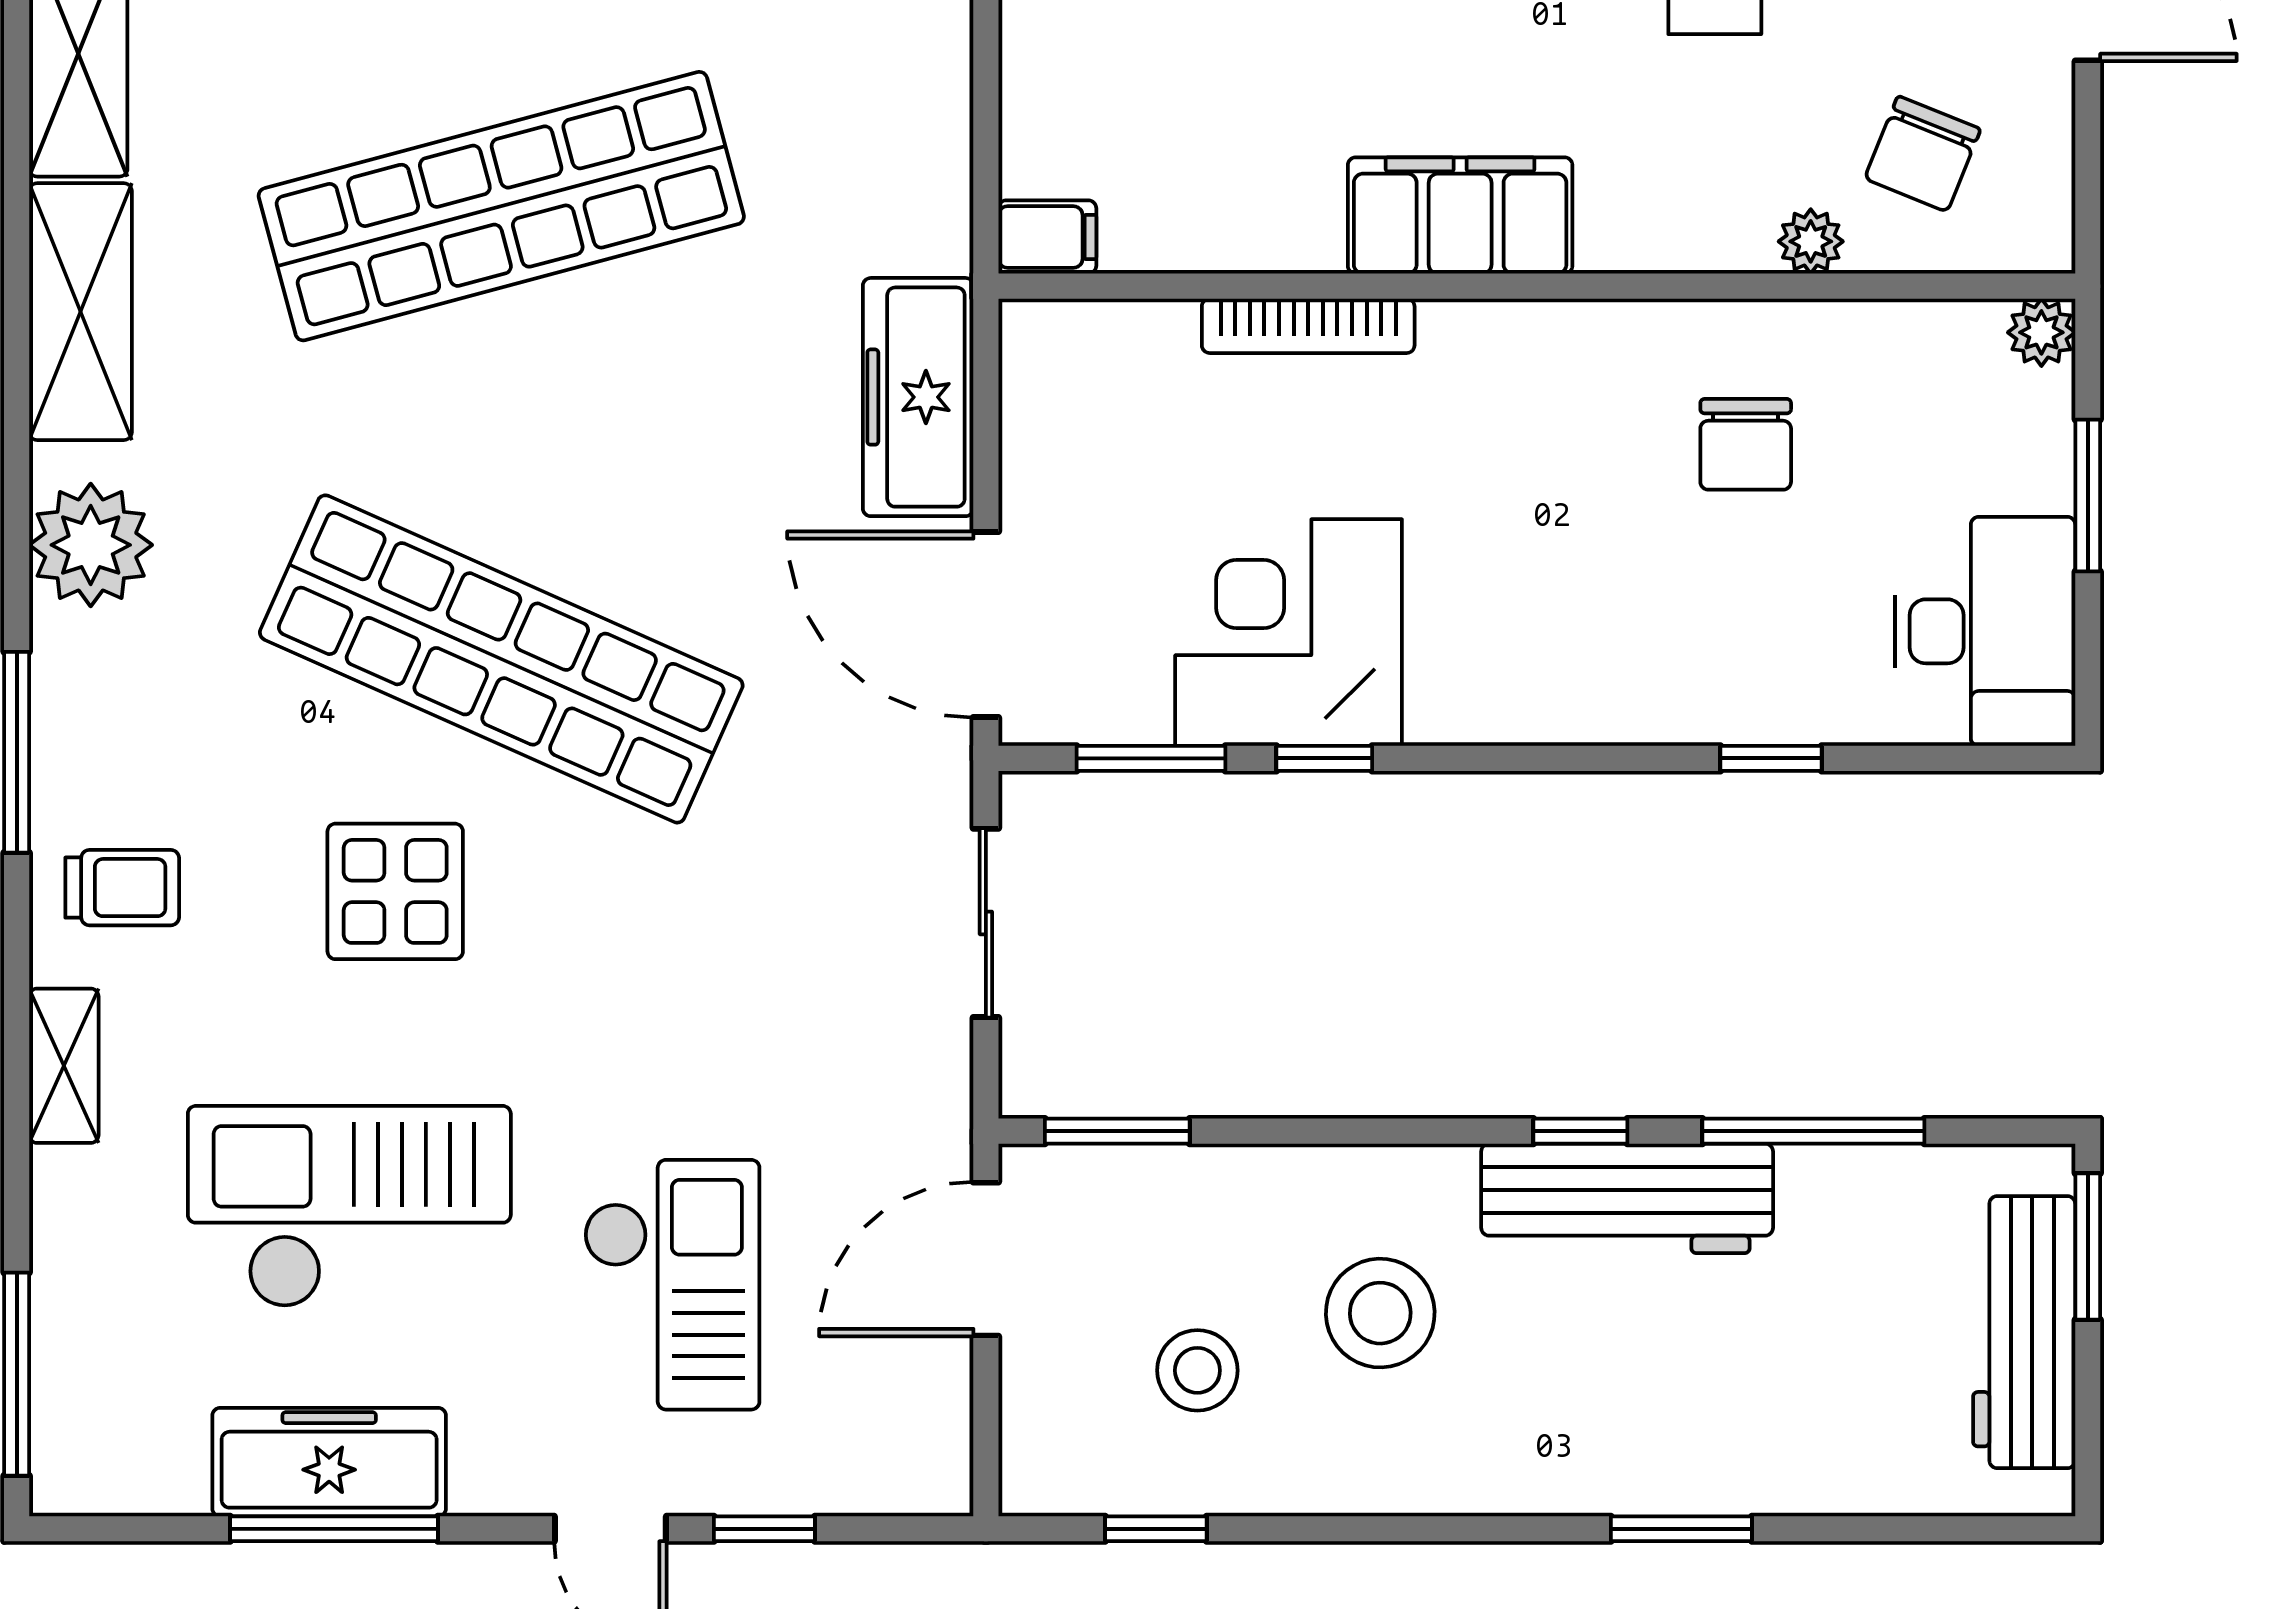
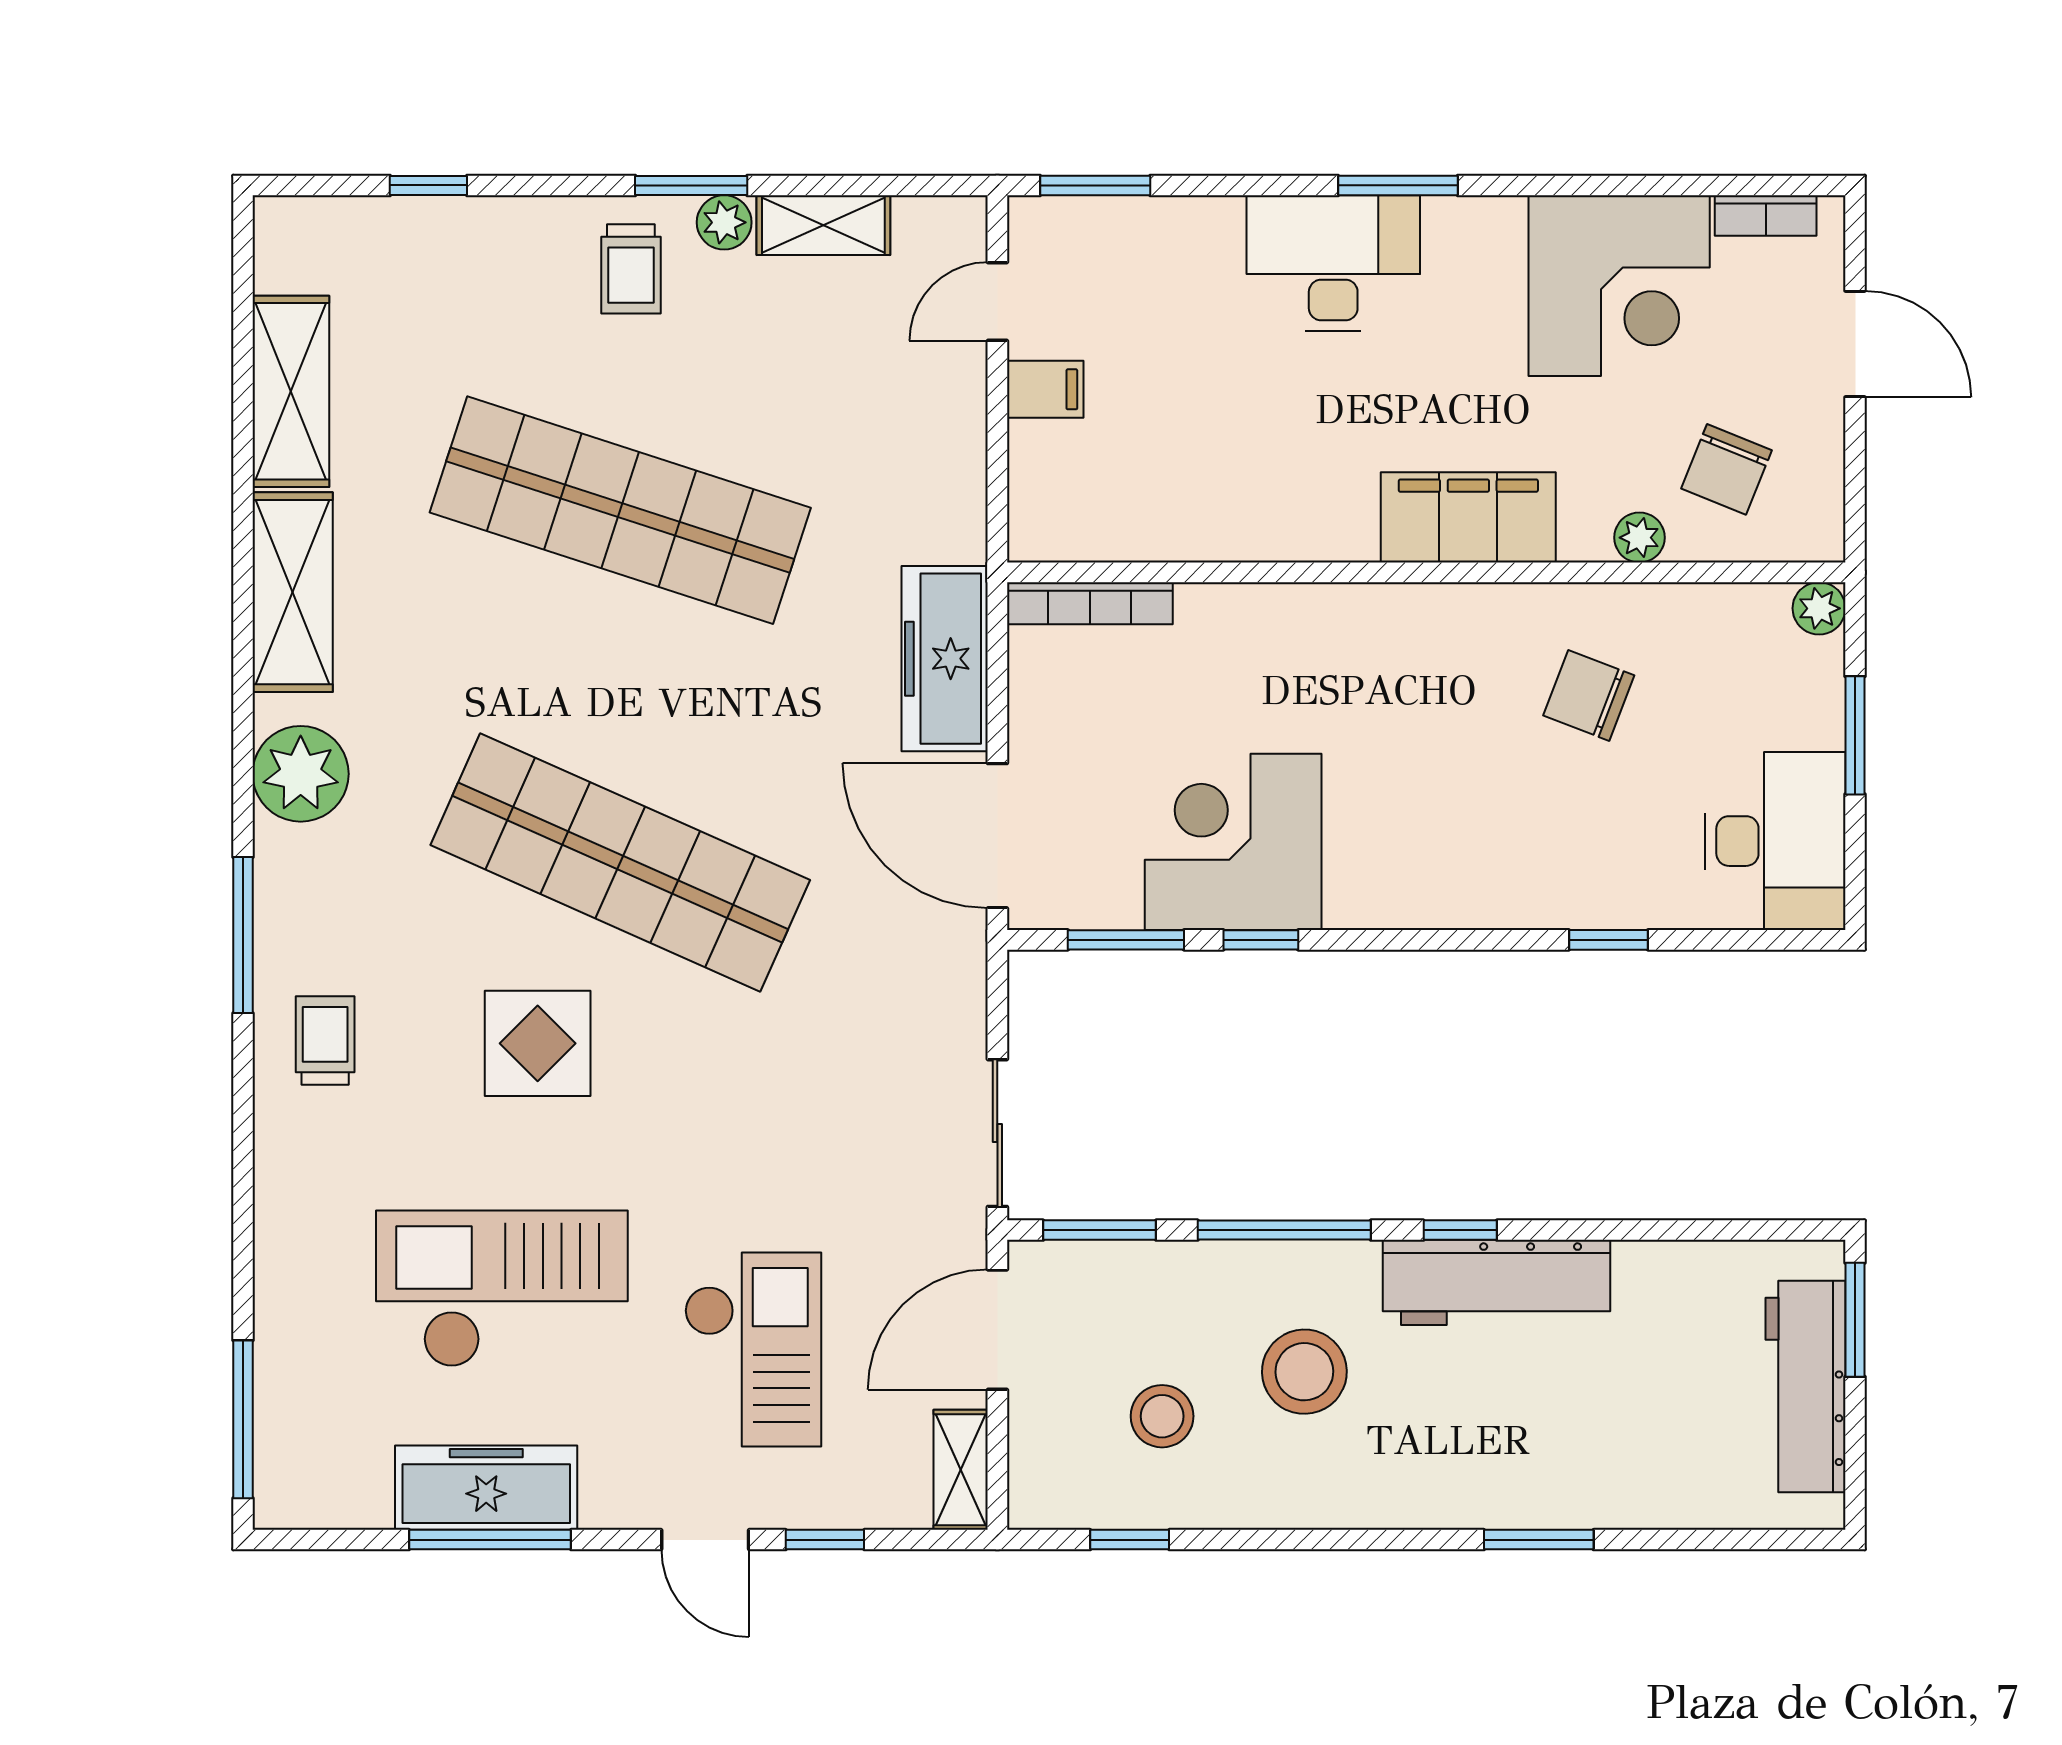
shop shelf: (501, 206) -> (620, 510), turned 33
filing cabinet: (1460, 216) -> (1468, 517), moved
filing cabinet: (1047, 237) -> (1045, 389), moved
bookcase: (1308, 326) -> (1090, 603), moved
chair: (1746, 444) -> (1589, 695), turned 111
trolley: (122, 888) -> (325, 1041), turned -90
sliding door: (986, 923) -> (997, 1133), moved
shelving: (64, 1066) -> (961, 1470), moved
window: (1813, 1131) -> (1284, 1230), moved

